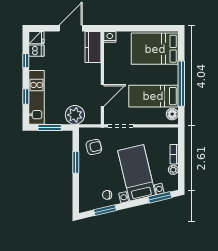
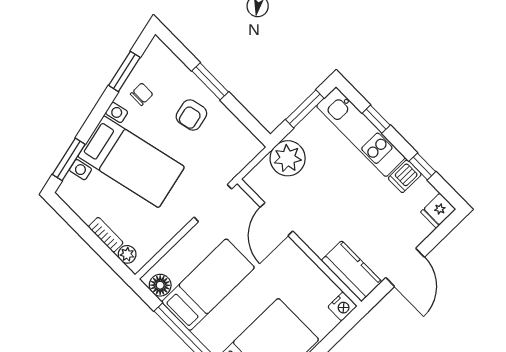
dishwasher: (36, 51) -> (405, 176), moved
armchair: (94, 147) -> (191, 115), moved
window: (76, 162) -> (210, 81), moved
plant: (173, 170) -> (127, 254), moved

